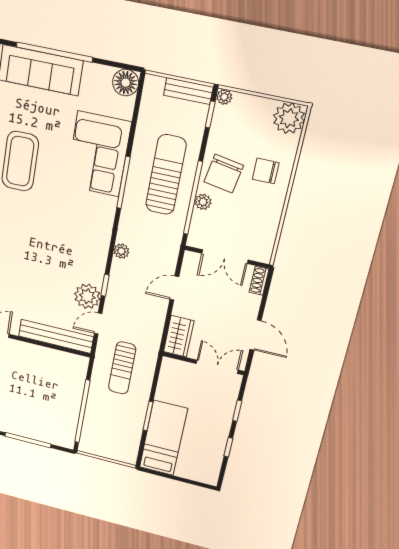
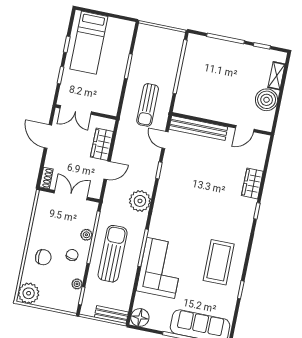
bench: (188, 91) -> (111, 315), moved
plant: (224, 97) -> (77, 284), moved
chair: (224, 174) -> (72, 255), width x0.54, depth x0.54
sun lounger: (166, 175) -> (113, 254), turned 180
plant: (121, 251) -> (140, 201), width x1.88, depth x1.88
plant: (87, 296) -> (173, 161), removed
door: (98, 324) -> (165, 140), swing flipped
wardrobe: (179, 336) -> (102, 144), moved
sun lounger: (122, 368) -> (148, 105), turned 180
bed: (163, 438) -> (89, 43), moved

